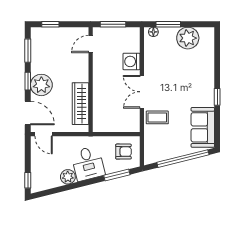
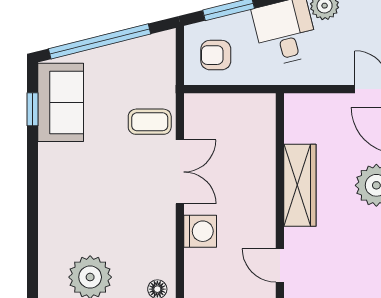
door: (91, 44) -> (280, 265), swing flipped
window: (217, 97) -> (33, 109), moved
wardrobe: (80, 104) -> (300, 185), moved

